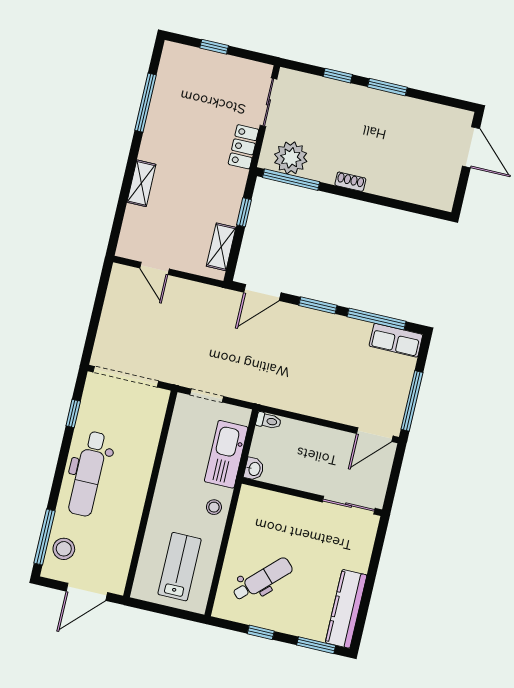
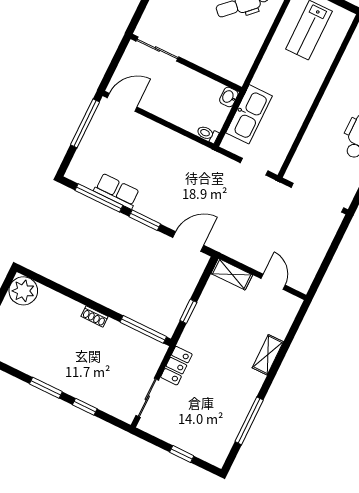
plant: (291, 158) -> (23, 291), moved
shelving: (221, 247) -> (232, 274), moved, turned 90
row of seats: (396, 340) -> (117, 191), moved
stool: (214, 507) -> (269, 73), removed

